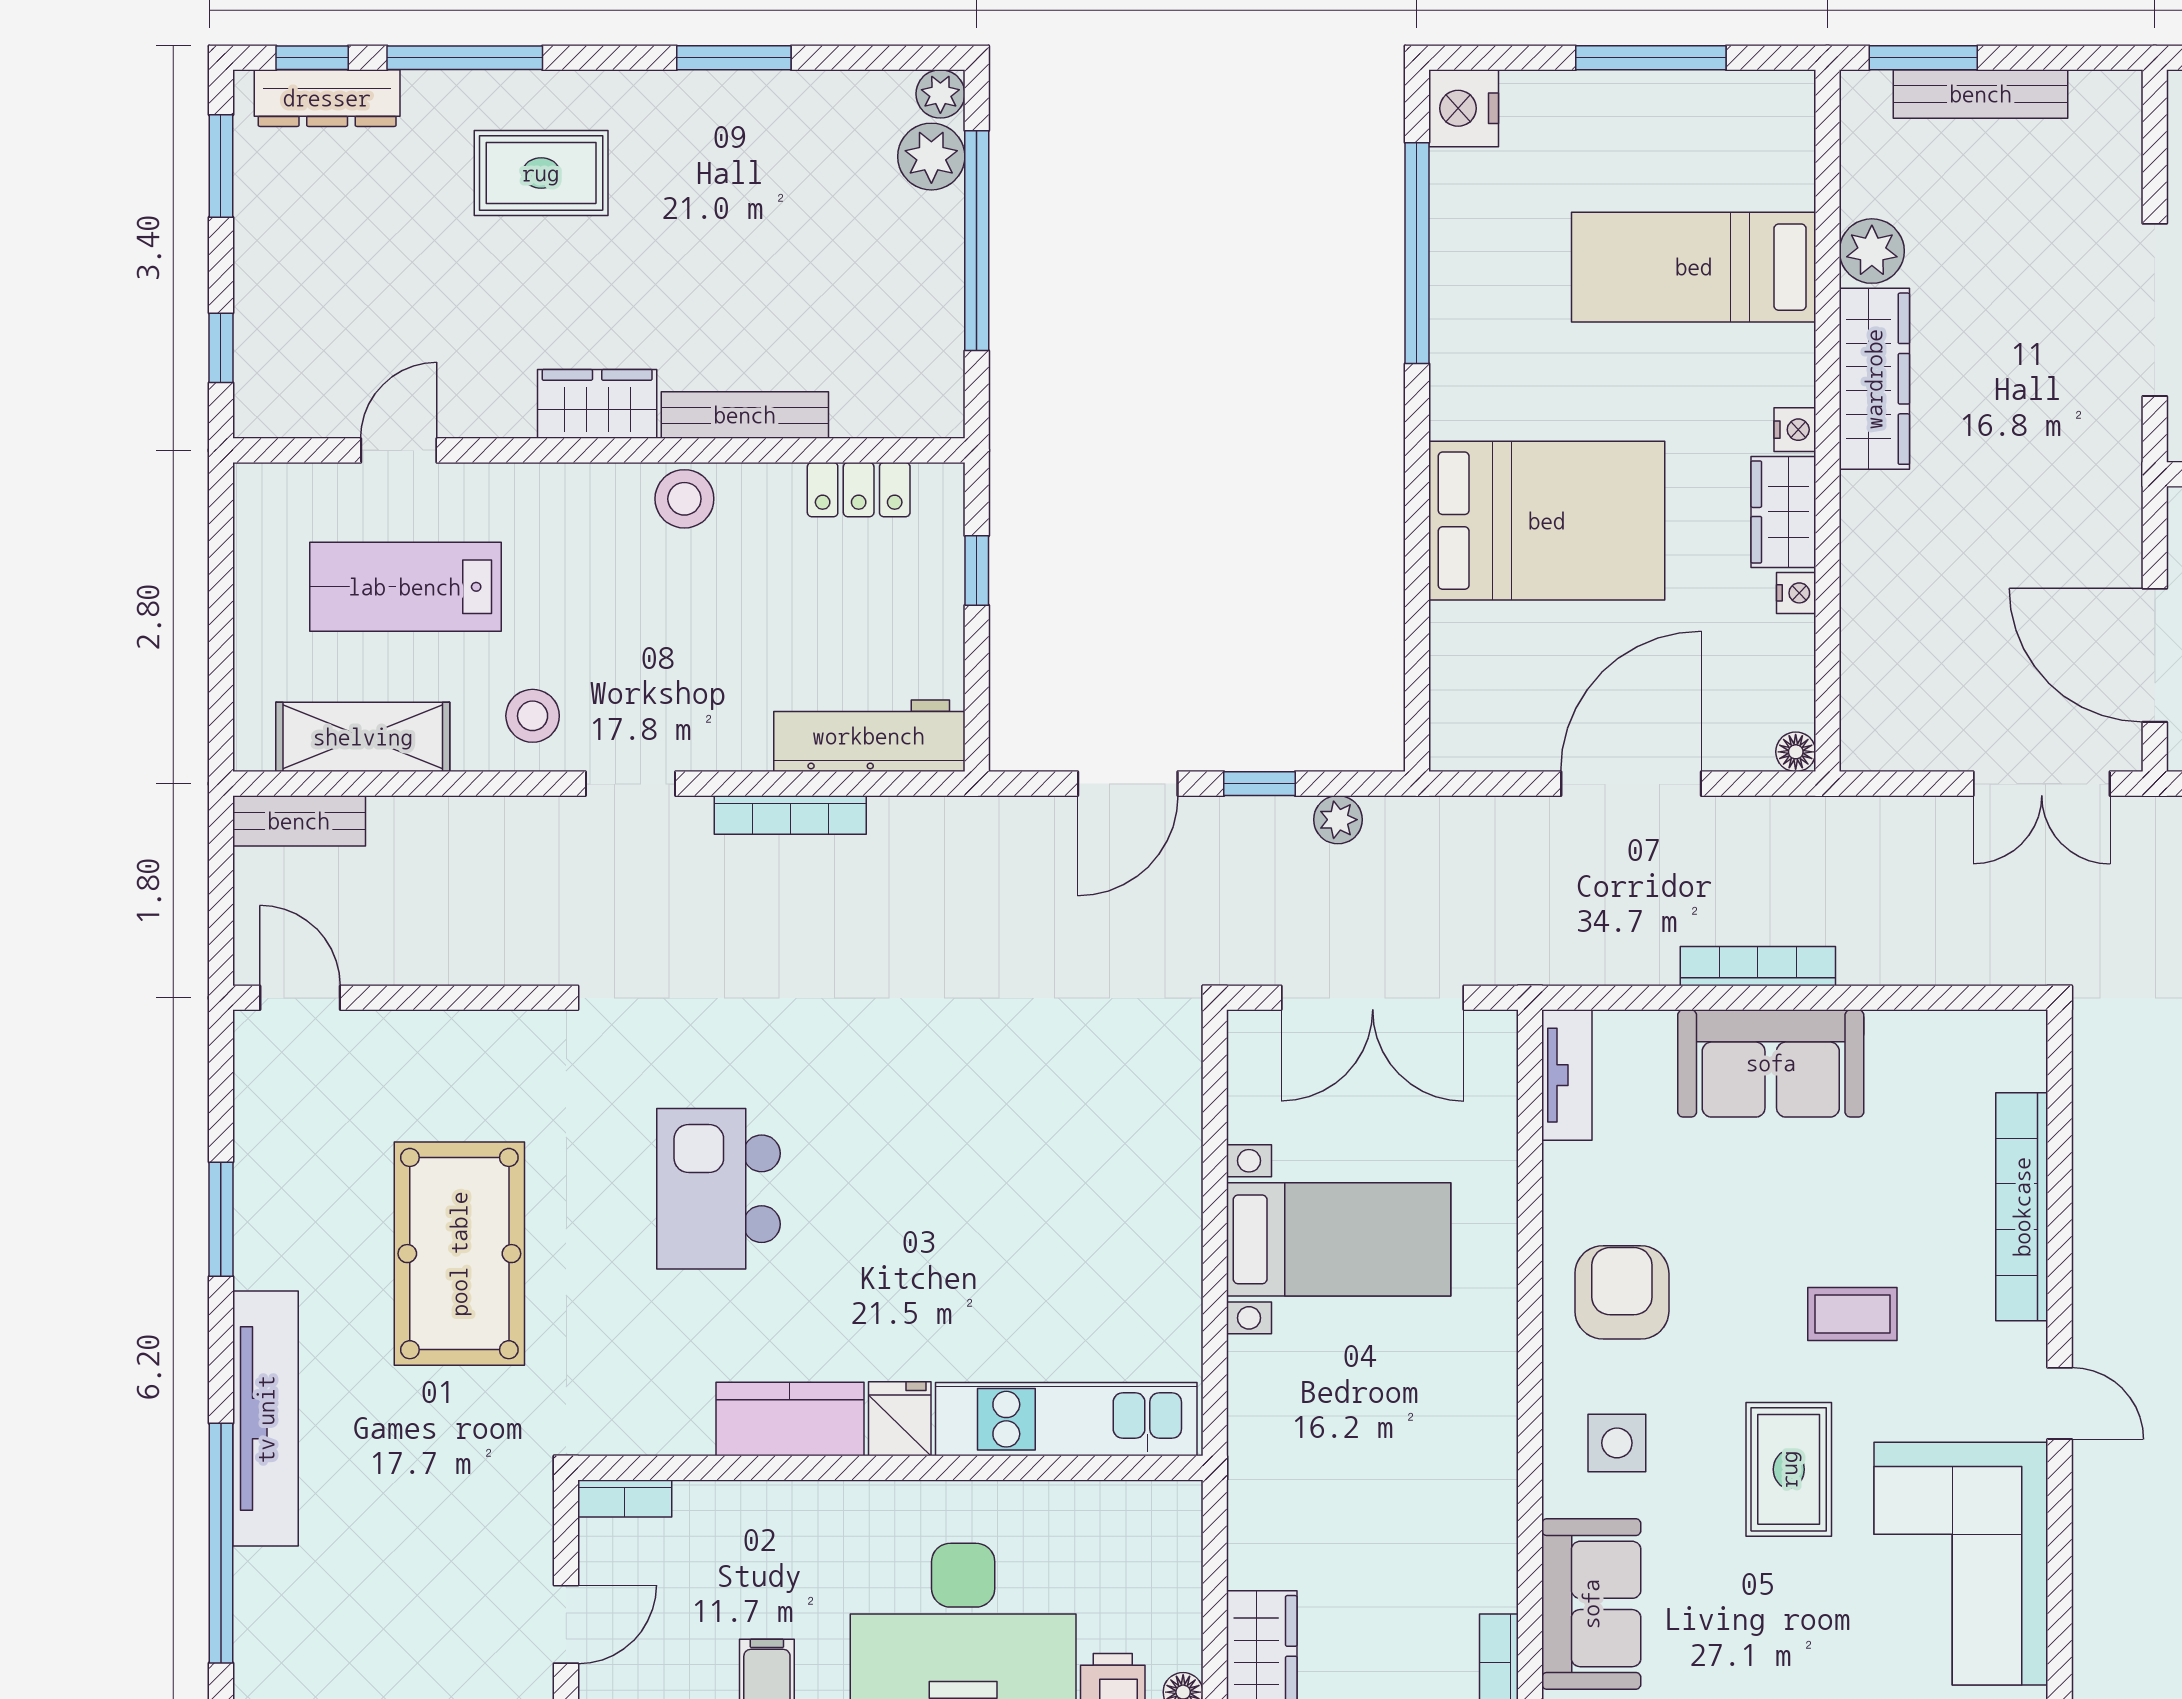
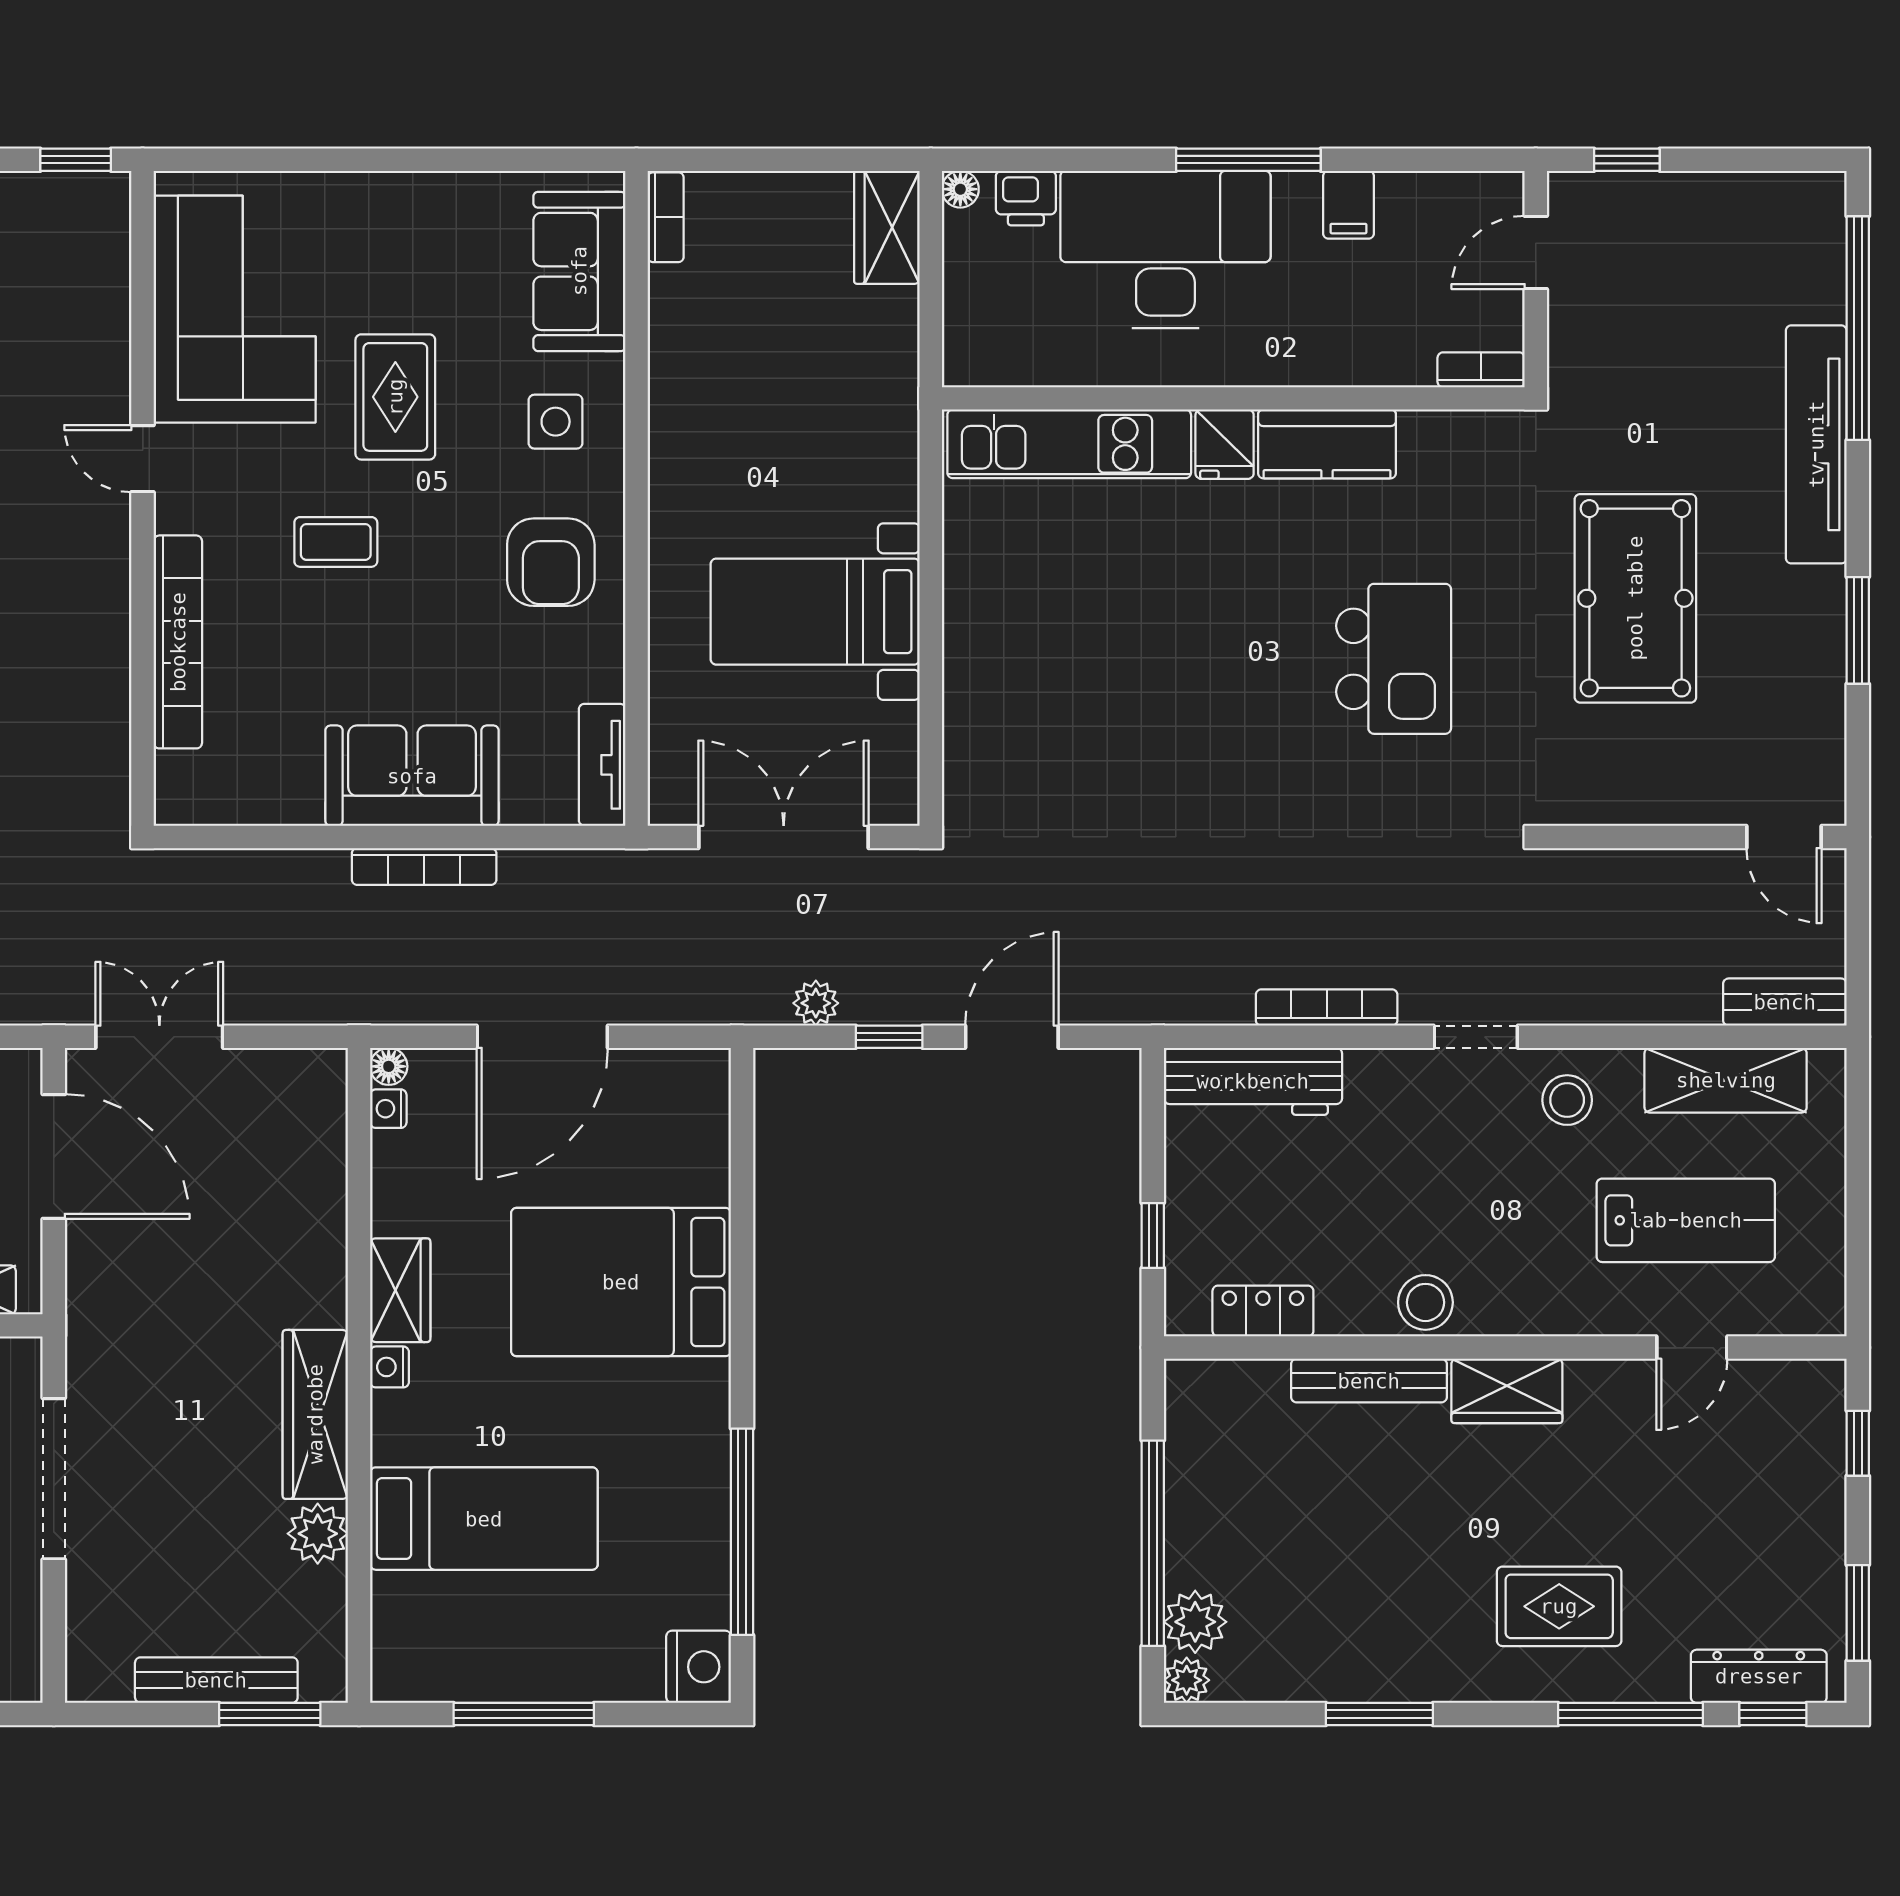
nightstand: (1796, 593) -> (388, 1109), moved

